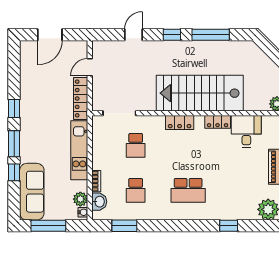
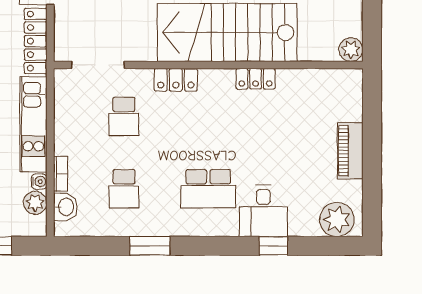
locker: (180, 123) -> (176, 80), moved
desk: (246, 132) -> (263, 211), moved, turned 180
water cooler: (83, 212) -> (39, 181), moved
window: (124, 226) -> (150, 246), moved

